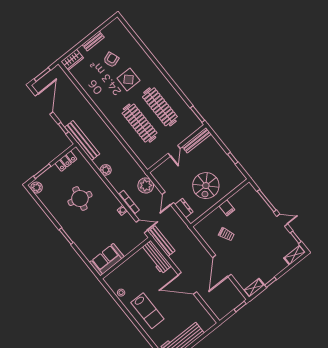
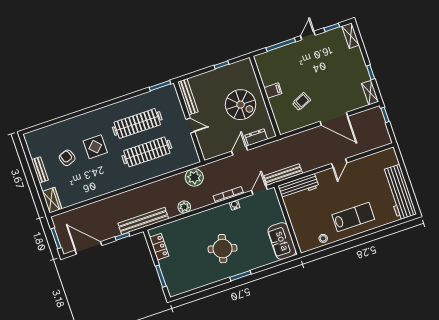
plant: (146, 185) -> (194, 177), moved
plant: (37, 188) -> (176, 289), removed
round table: (80, 198) -> (223, 249), moved
door: (168, 198) -> (240, 151), swing flipped
door: (187, 283) -> (339, 163), width x0.53

